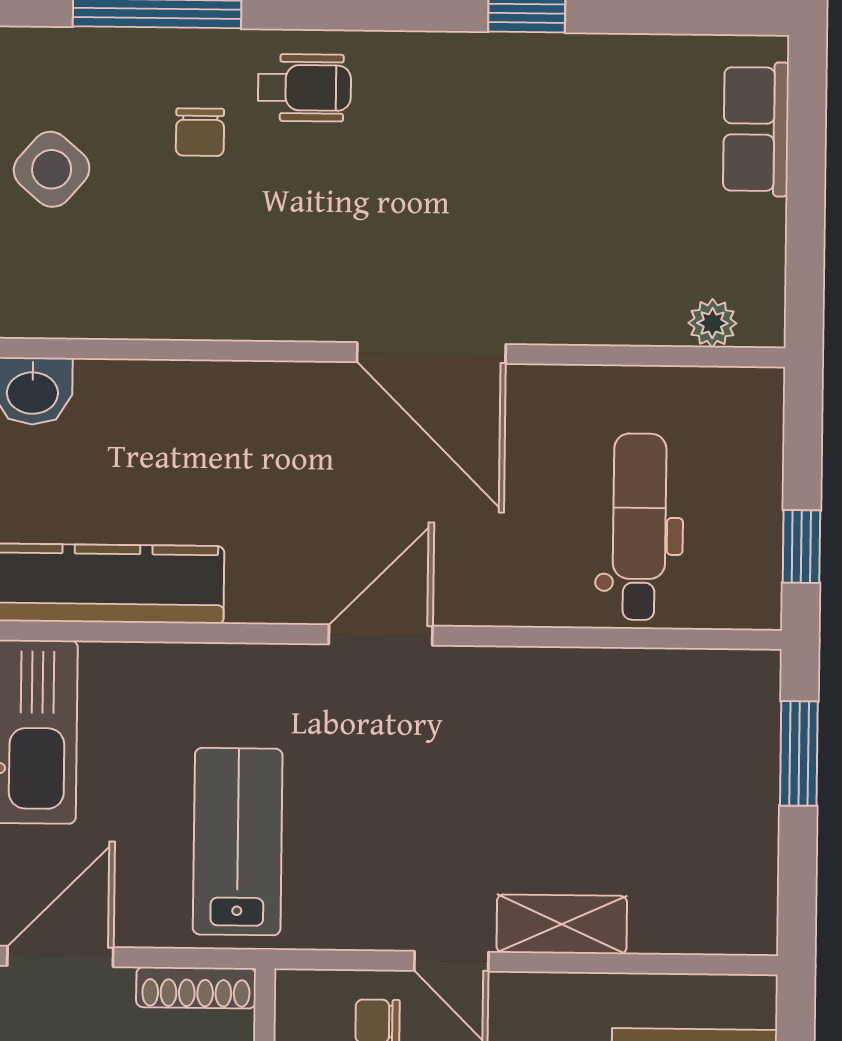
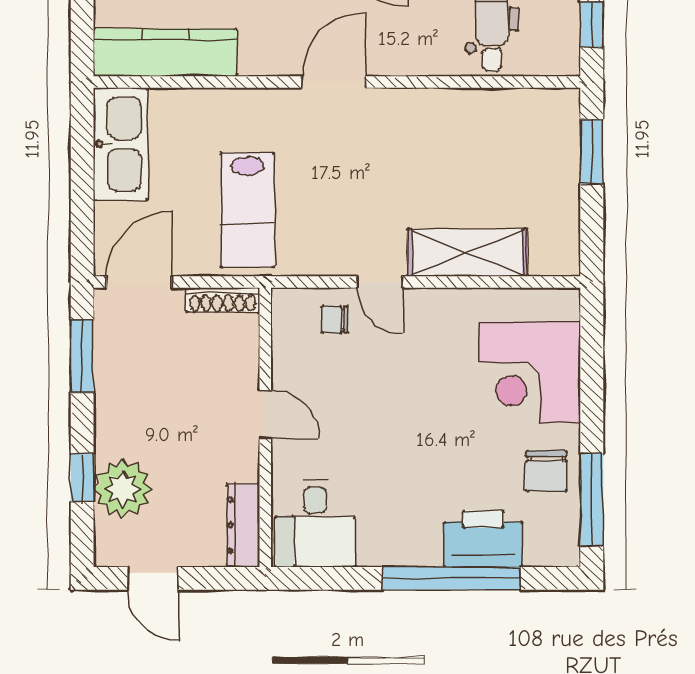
lab bench: (238, 842) -> (247, 210), turned 180
shelving: (562, 924) -> (467, 252), width x1.50, depth x1.33

